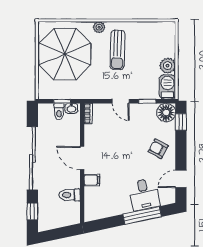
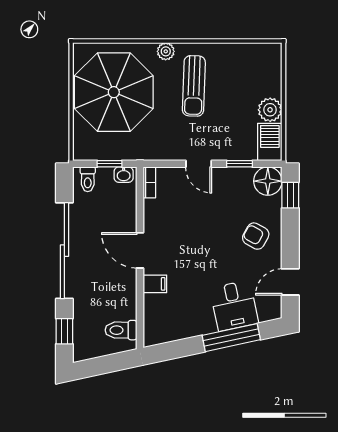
toilet: (59, 111) -> (88, 179), moved
toilet: (70, 195) -> (121, 330), moved

